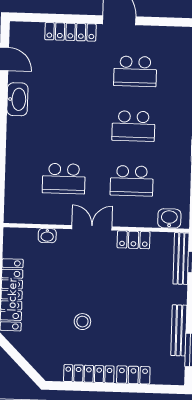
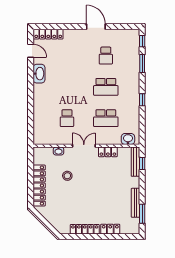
locker: (70, 32) -> (48, 34), moved
school desk: (135, 71) -> (106, 56), width x0.54
school desk: (64, 179) -> (67, 118), width x0.54
stool: (82, 322) -> (67, 176), moved

